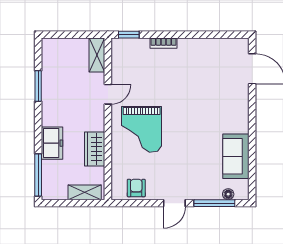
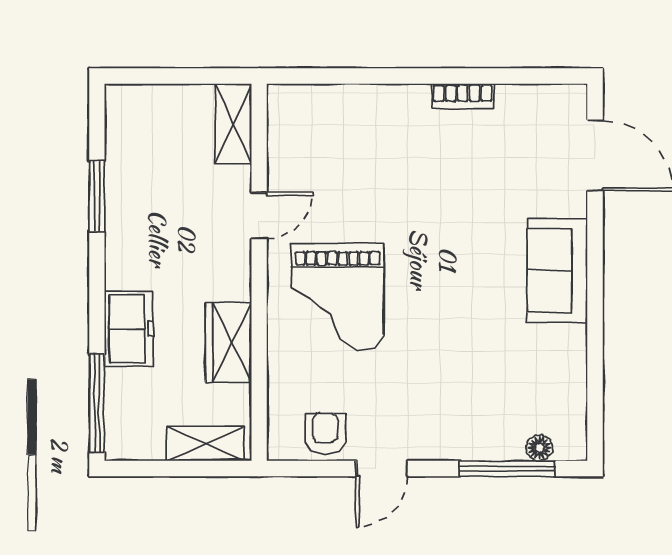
window: (129, 35) -> (308, 76), removed
bookcase: (163, 43) -> (463, 96), moved
sofa: (236, 156) -> (557, 271), moved
door: (174, 203) -> (382, 468), moved

